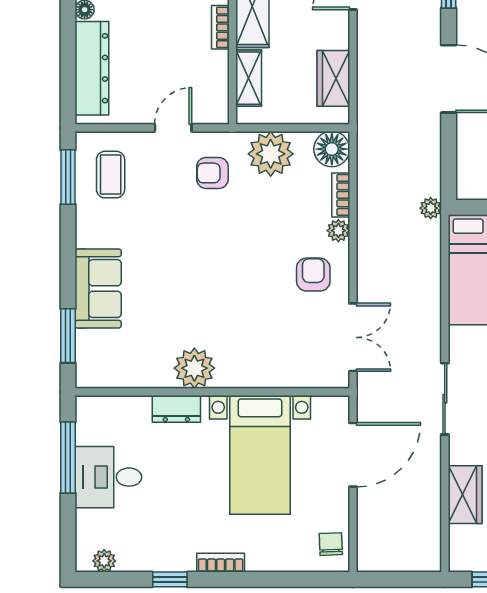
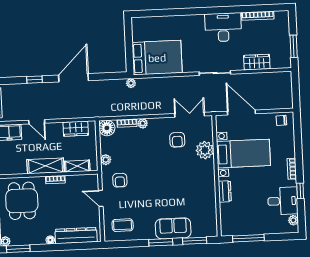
plant: (271, 154) -> (106, 160), width x0.53, depth x0.53
window: (68, 177) -> (161, 242), moved
armchair: (313, 275) -> (177, 140), moved, turned -90
plant: (194, 368) -> (205, 150), moved
desk: (108, 477) -> (283, 201), moved, turned -90

